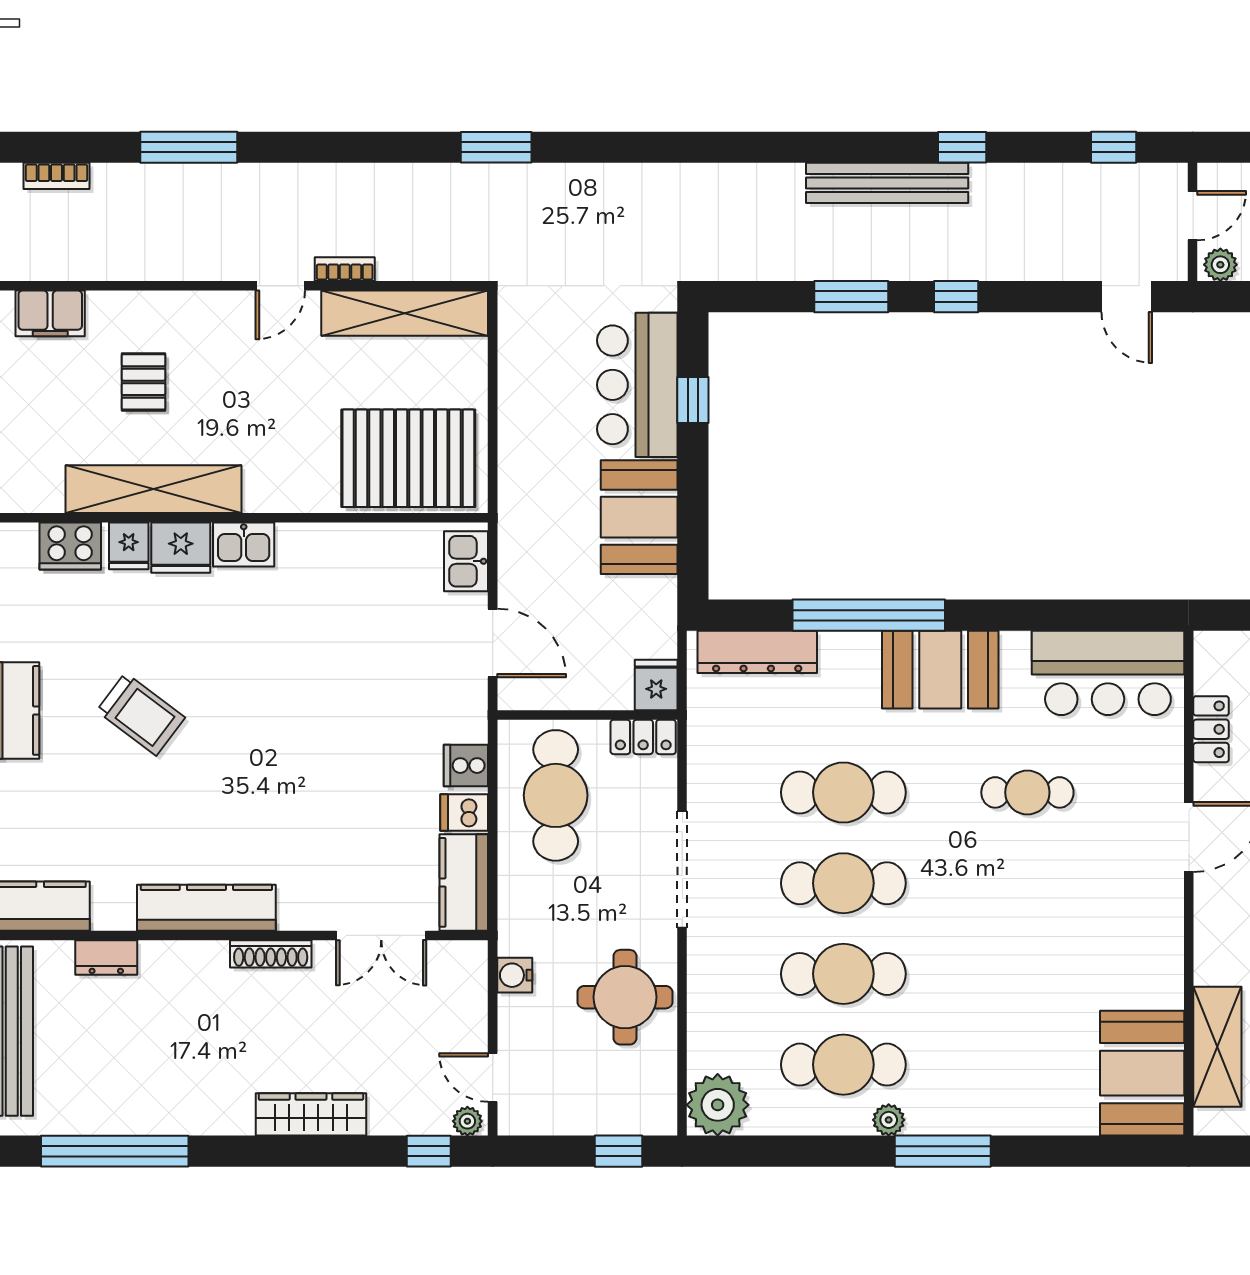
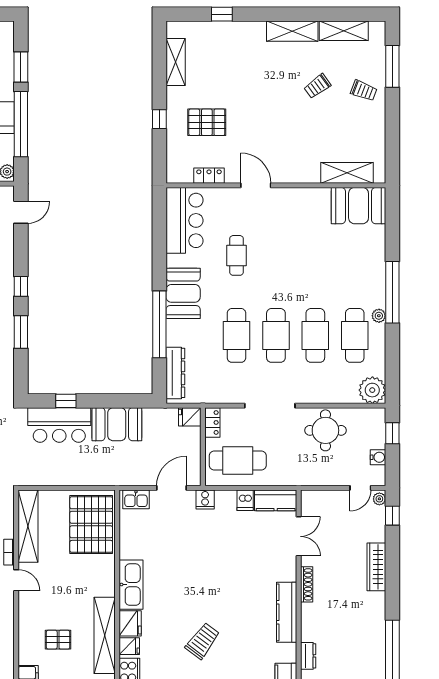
kitchen sink: (244, 544) -> (131, 585), width x1.88, depth x1.24
cooker: (466, 766) -> (205, 500), moved
water cooler: (515, 975) -> (378, 457), moved, turned -90
window: (943, 1151) -> (392, 292), width x1.46

